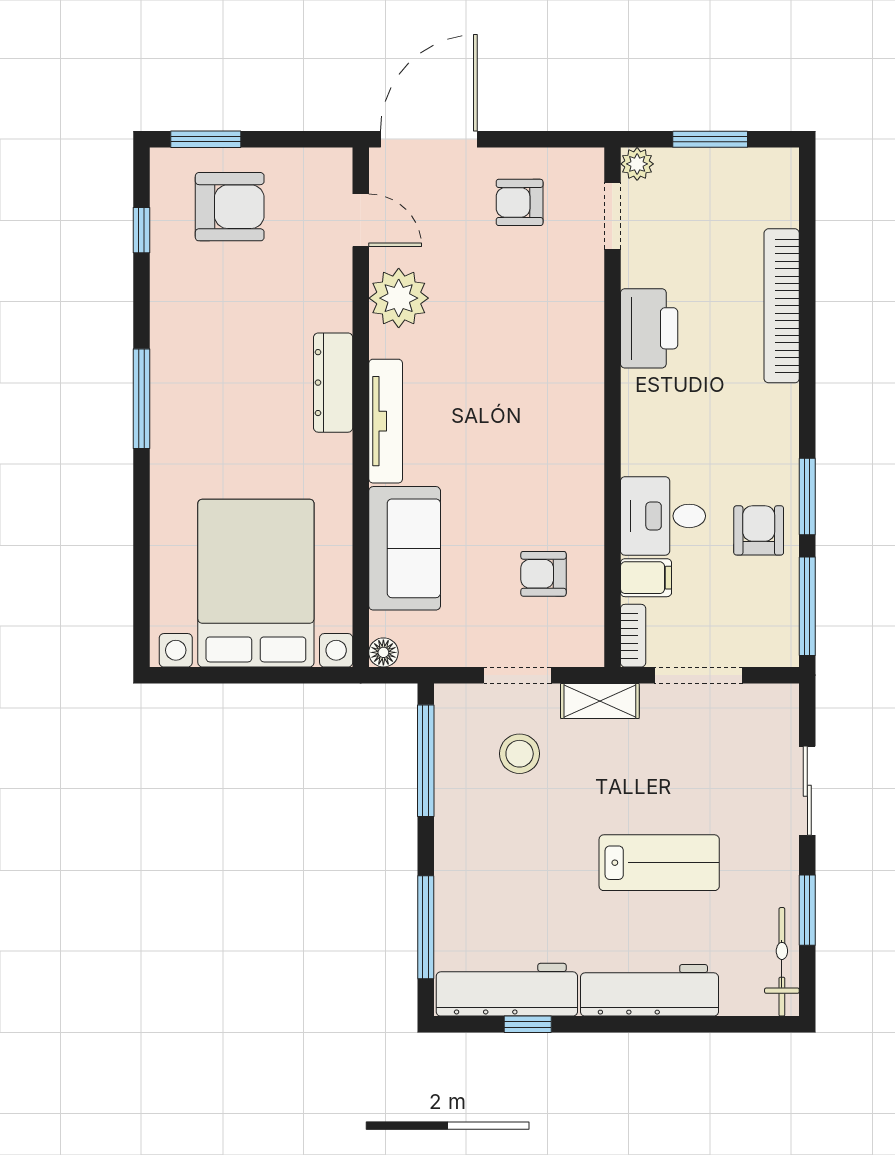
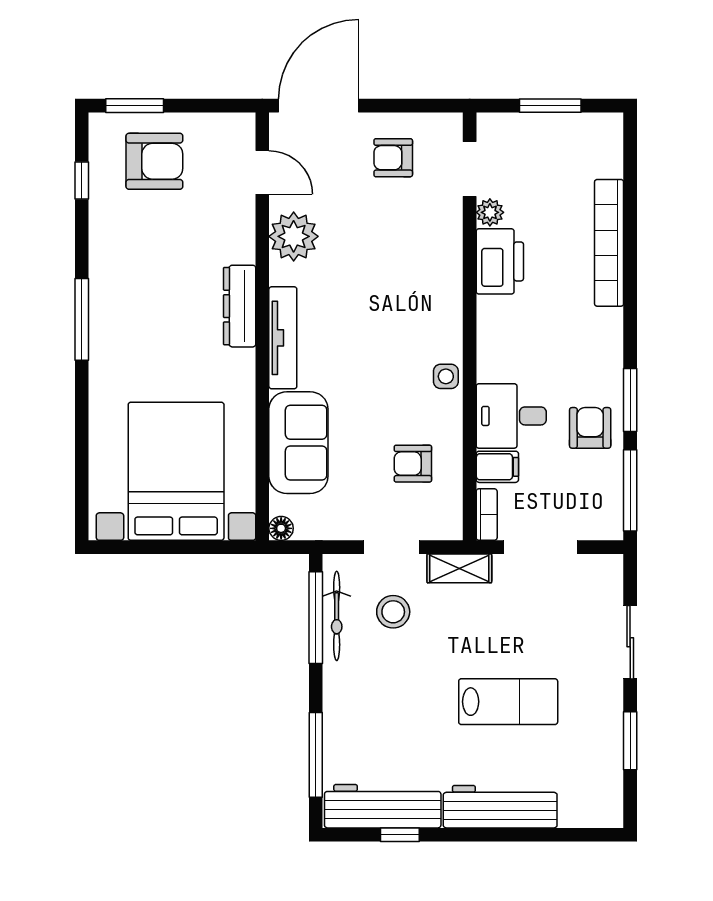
plant: (637, 164) -> (490, 212), moved
side table: (584, 468) -> (446, 376), added
bicycle: (782, 962) -> (337, 616), moved, turned 180

